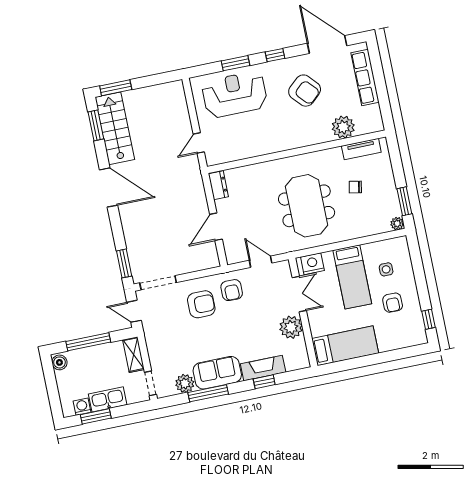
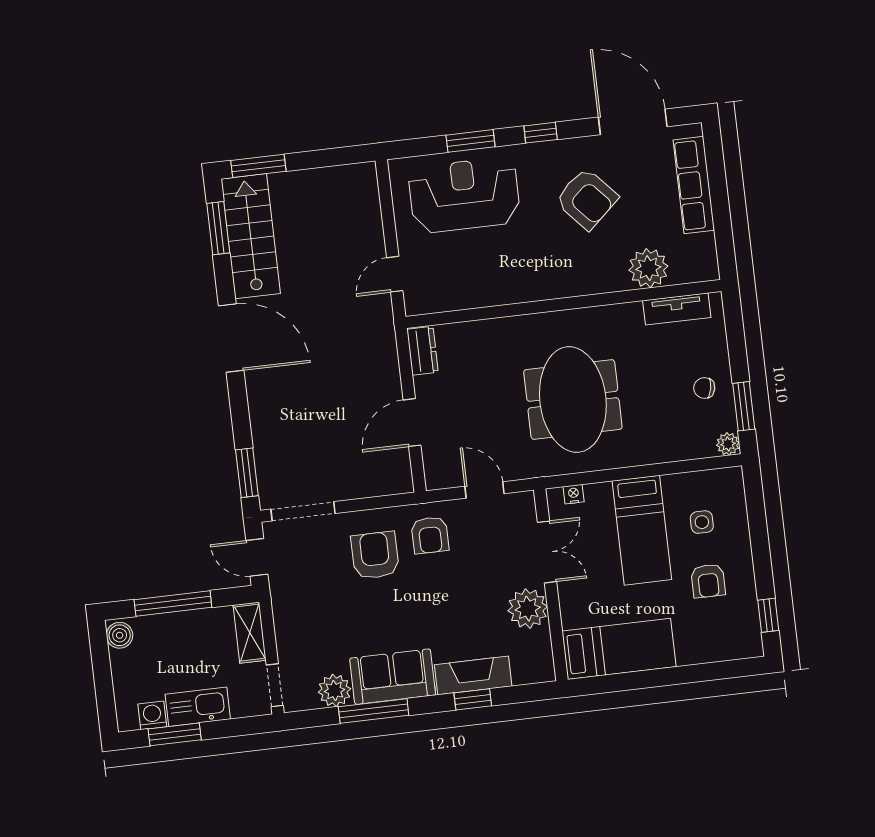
chair: (355, 187) -> (704, 388), moved
nightstand: (312, 264) -> (574, 494), width x0.53, depth x0.56
armchair: (201, 304) -> (375, 555), turned -90

